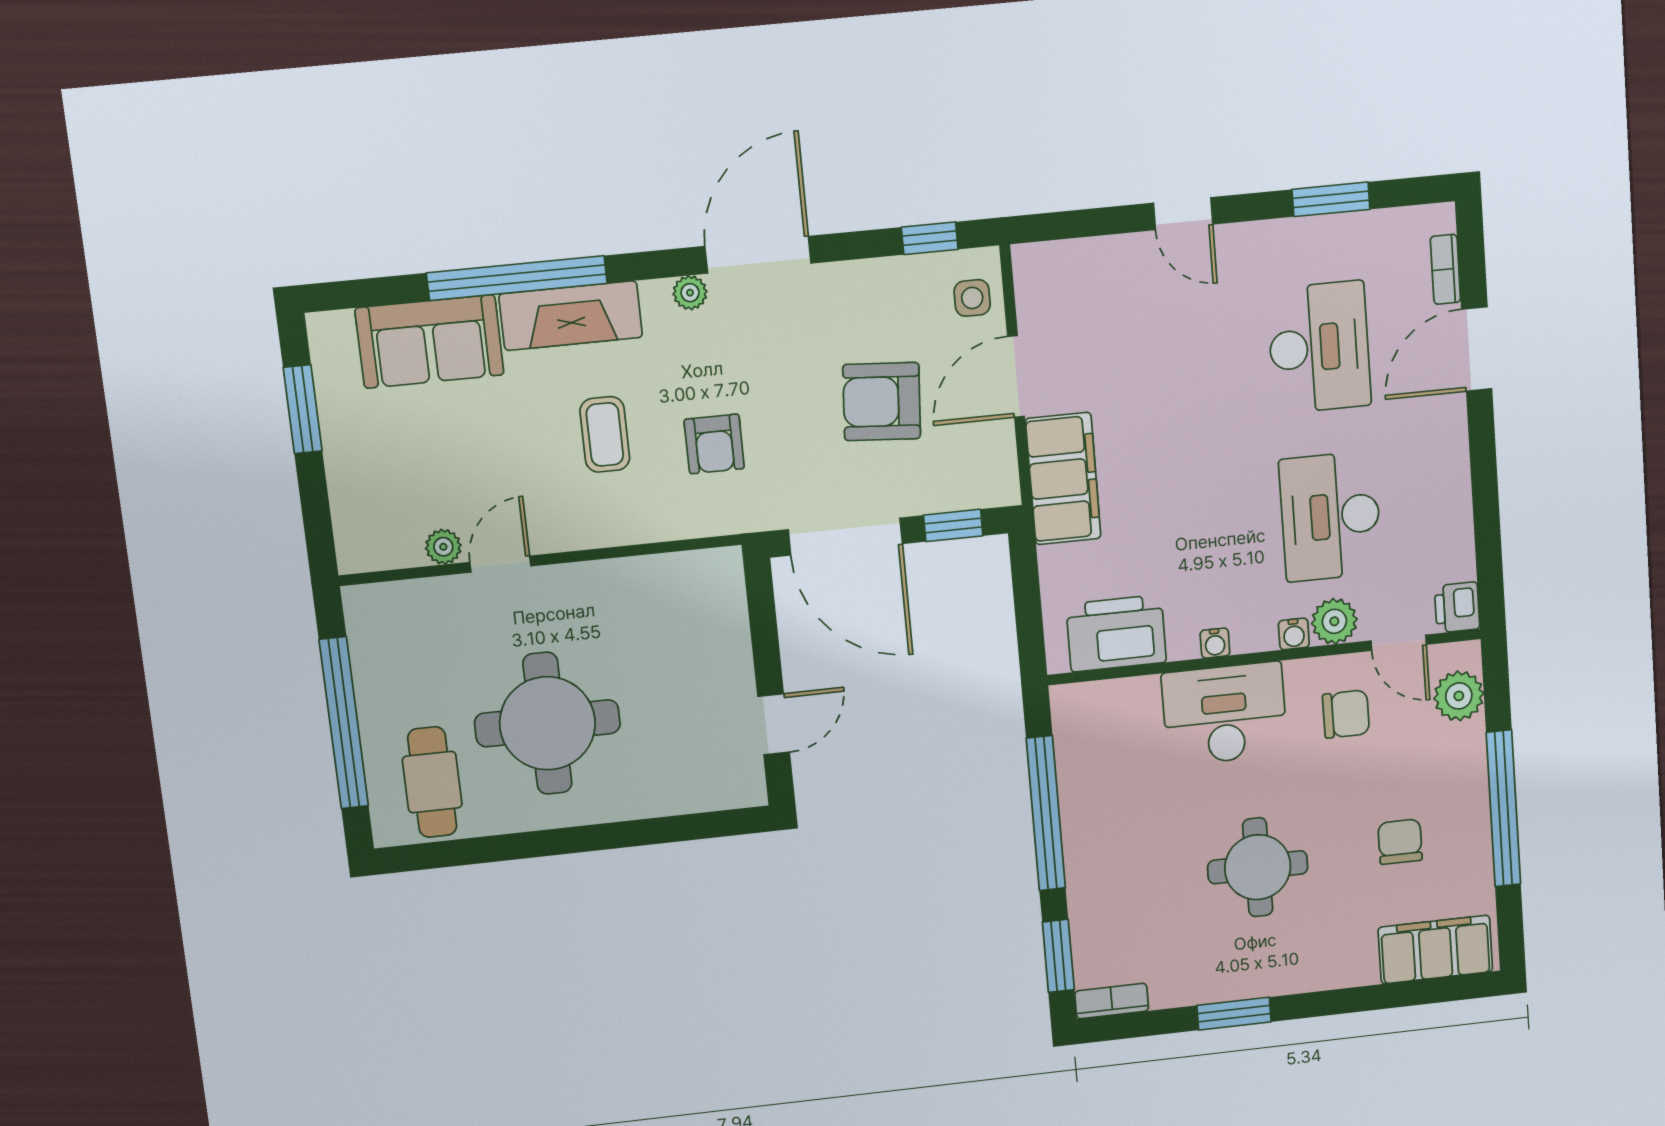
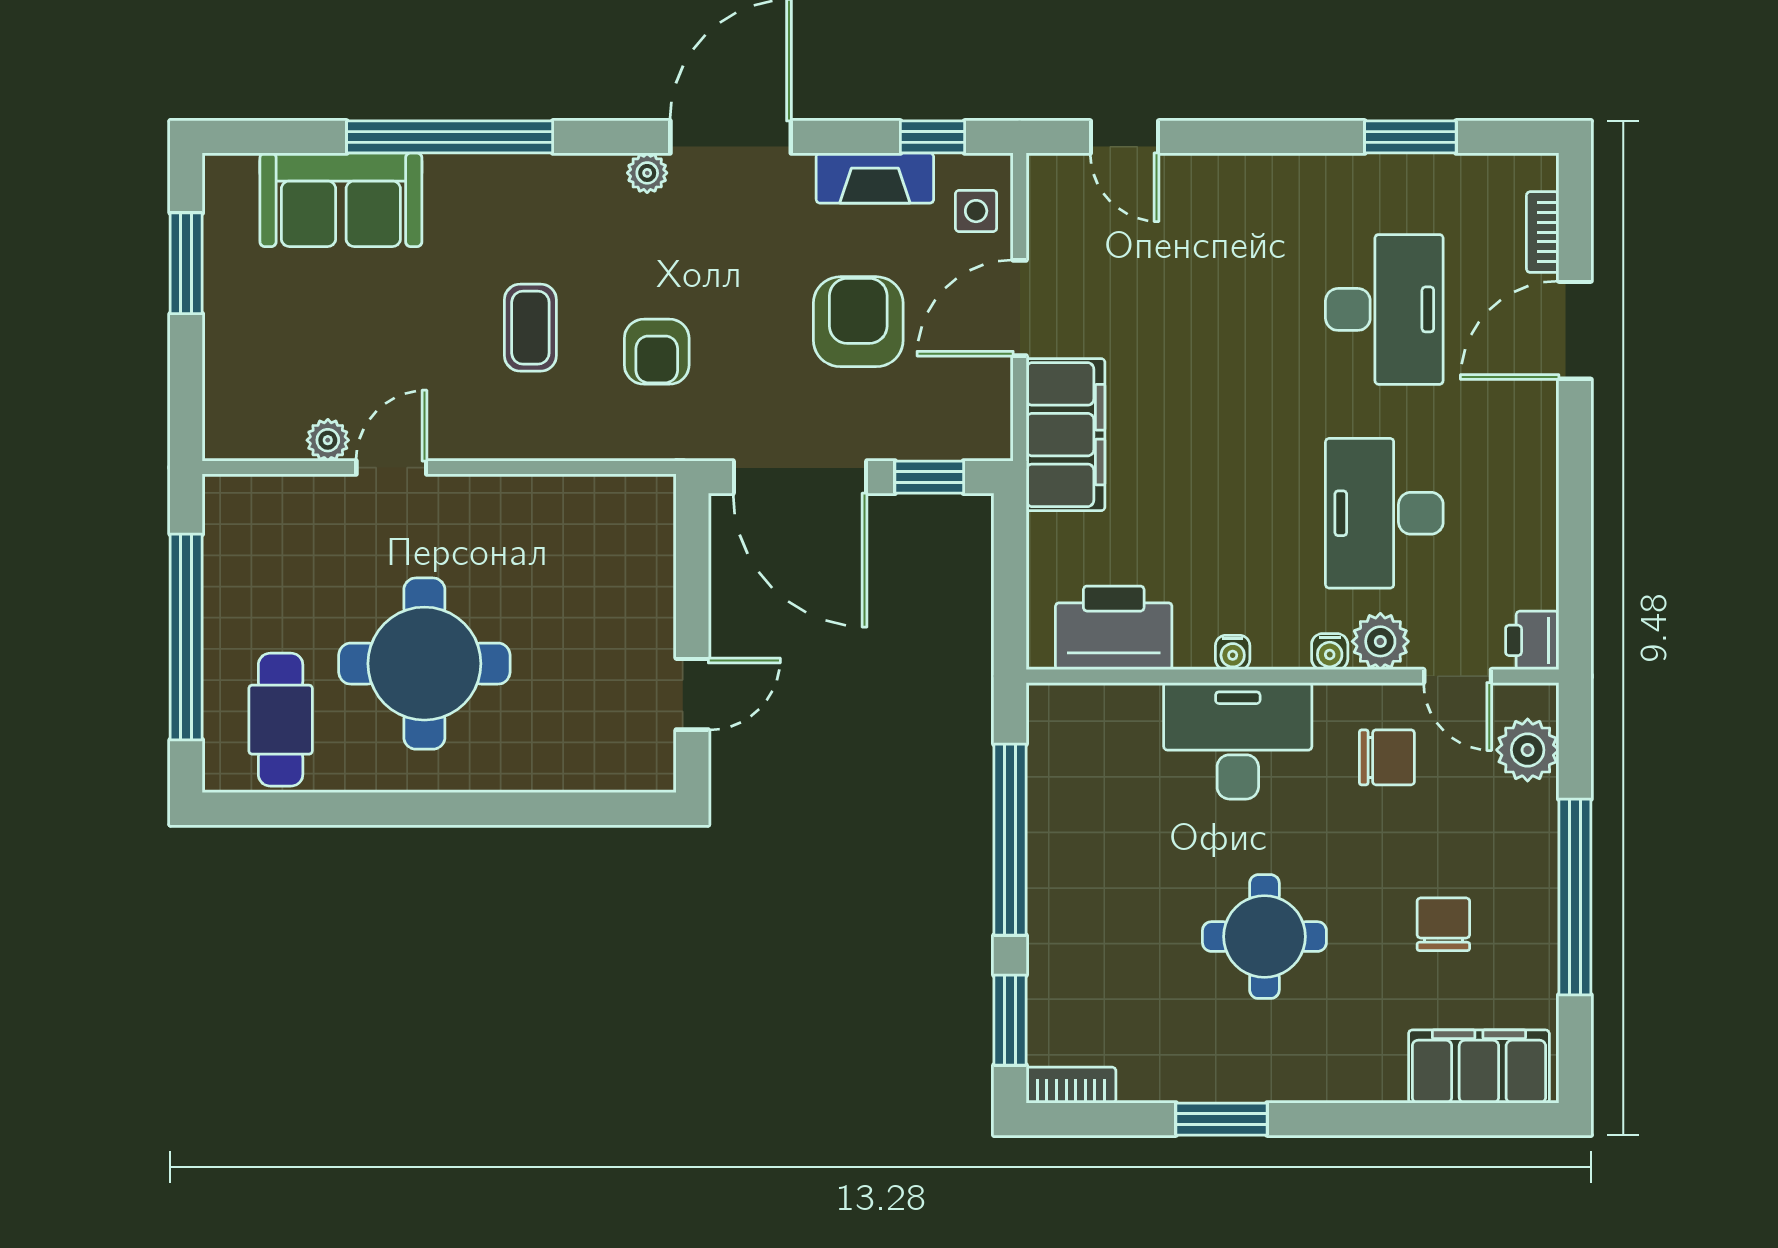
door: (1183, 214) -> (1125, 137), moved
fireplace: (571, 316) -> (875, 178), moved, width x0.73, depth x0.76
armchair: (882, 402) -> (858, 322), turned 86

